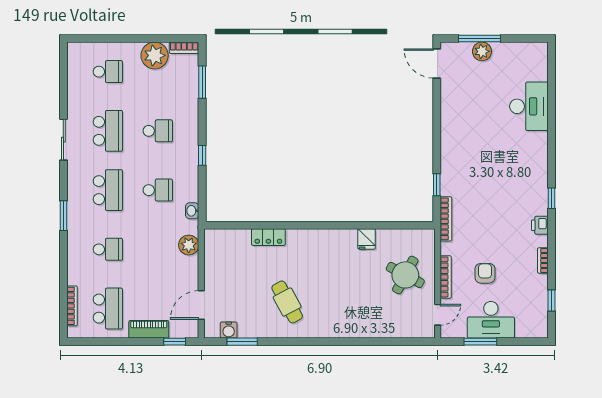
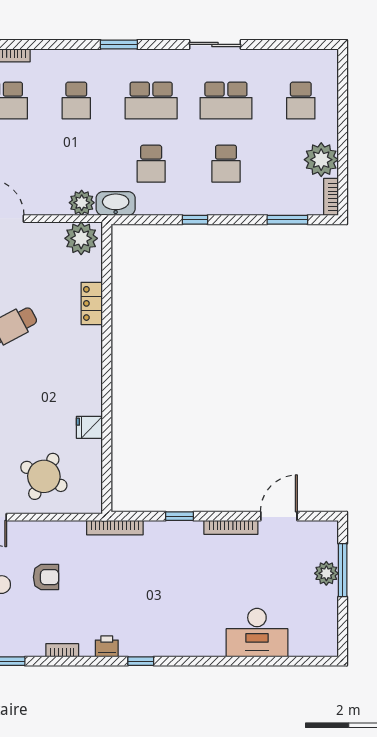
door: (437, 64) -> (279, 516), moved
window: (437, 185) -> (180, 516), moved
washbasin: (192, 211) -> (116, 203), width x1.91, depth x1.45
plant: (217, 245) -> (81, 238), added
bookcase: (446, 277) -> (231, 527), moved

